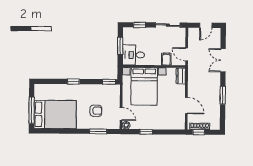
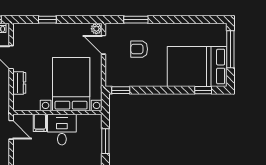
desk: (134, 55) -> (62, 130), moved, turned -90
dresser: (181, 76) -> (19, 83), moved
window: (73, 82) -> (203, 90), moved
bed: (55, 114) -> (197, 67), moved
window: (146, 132) -> (47, 20), moved

